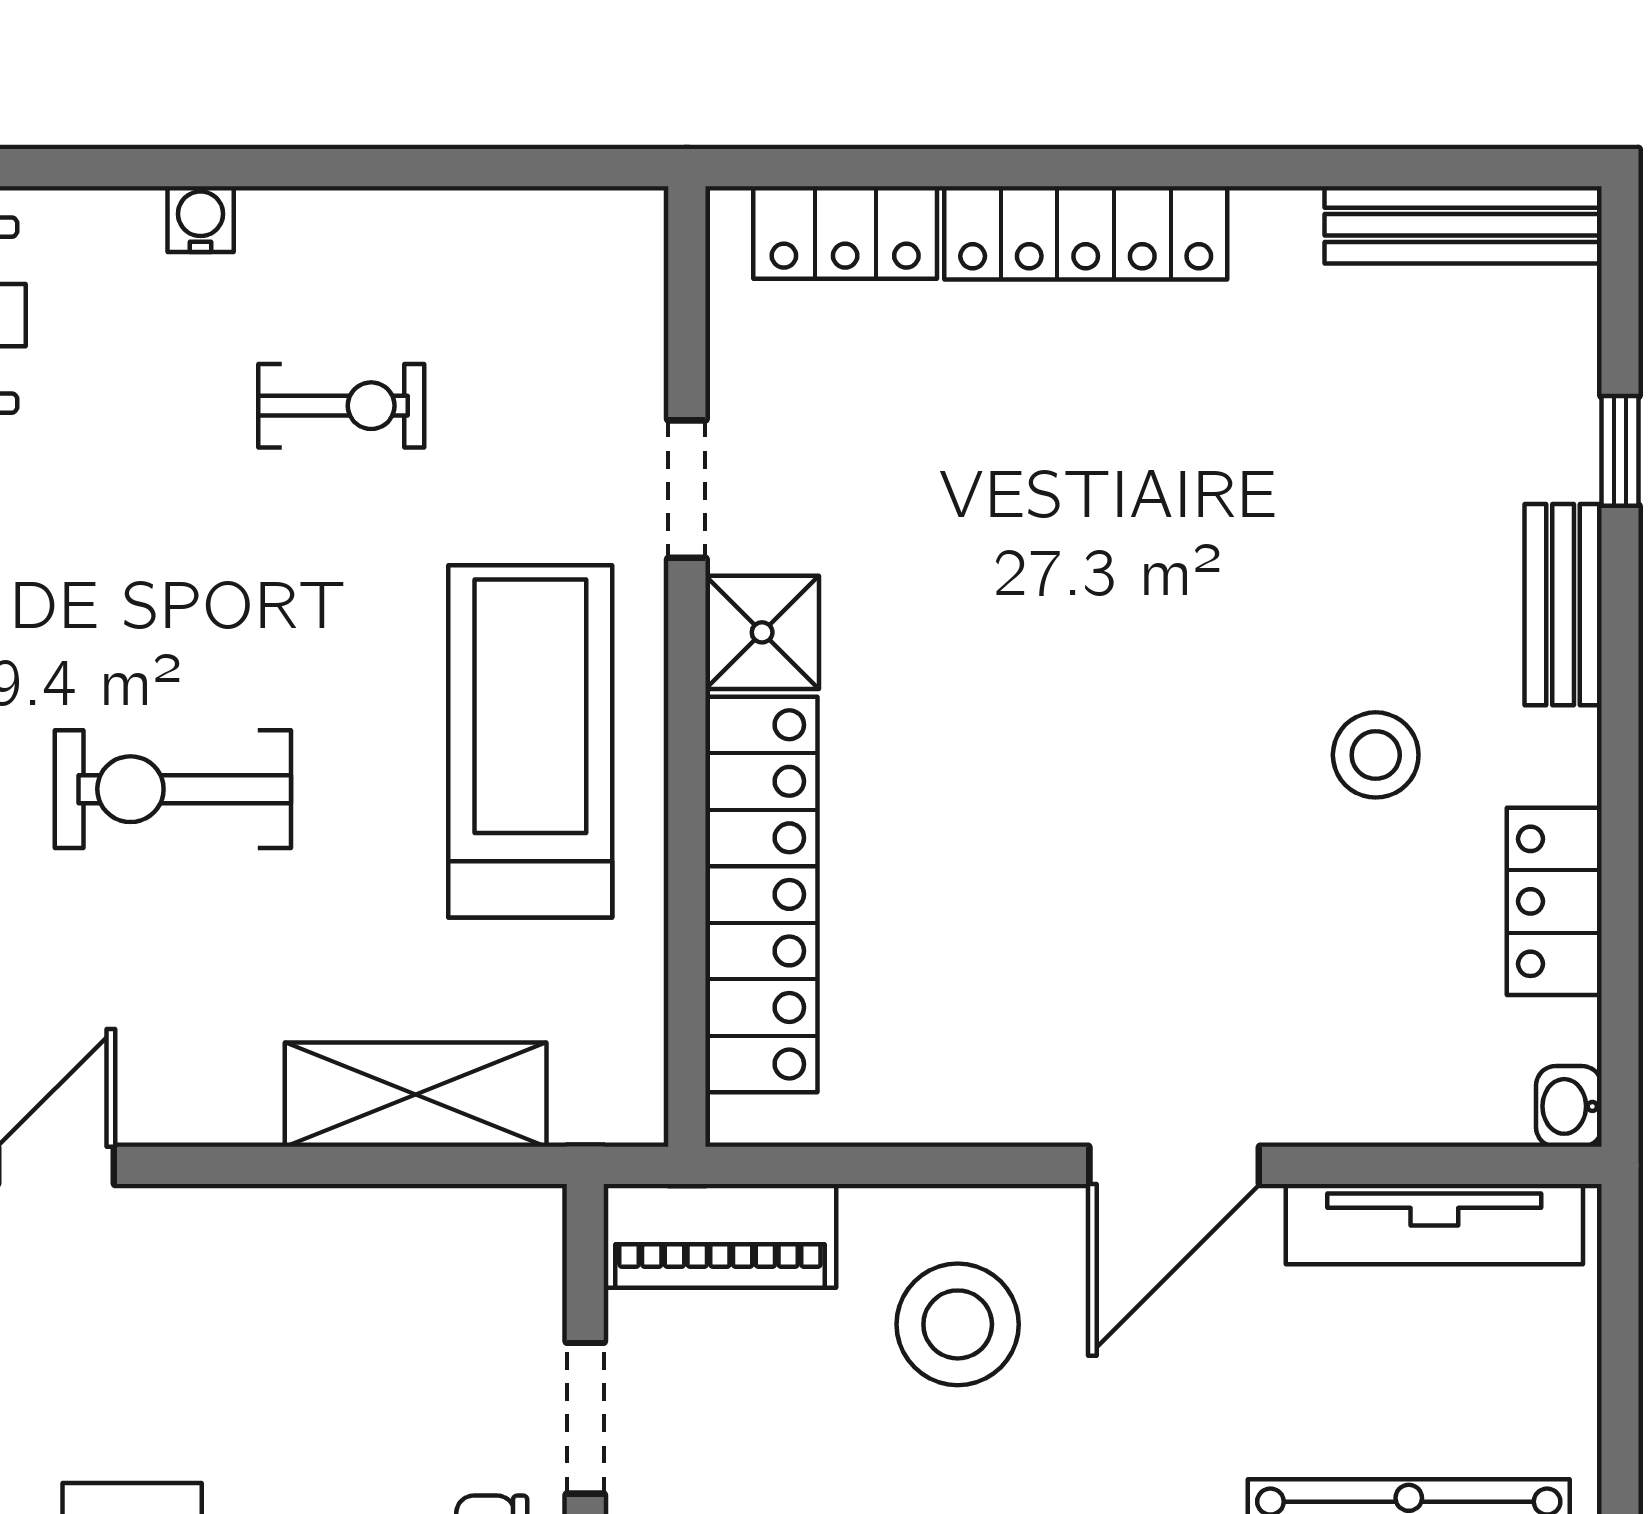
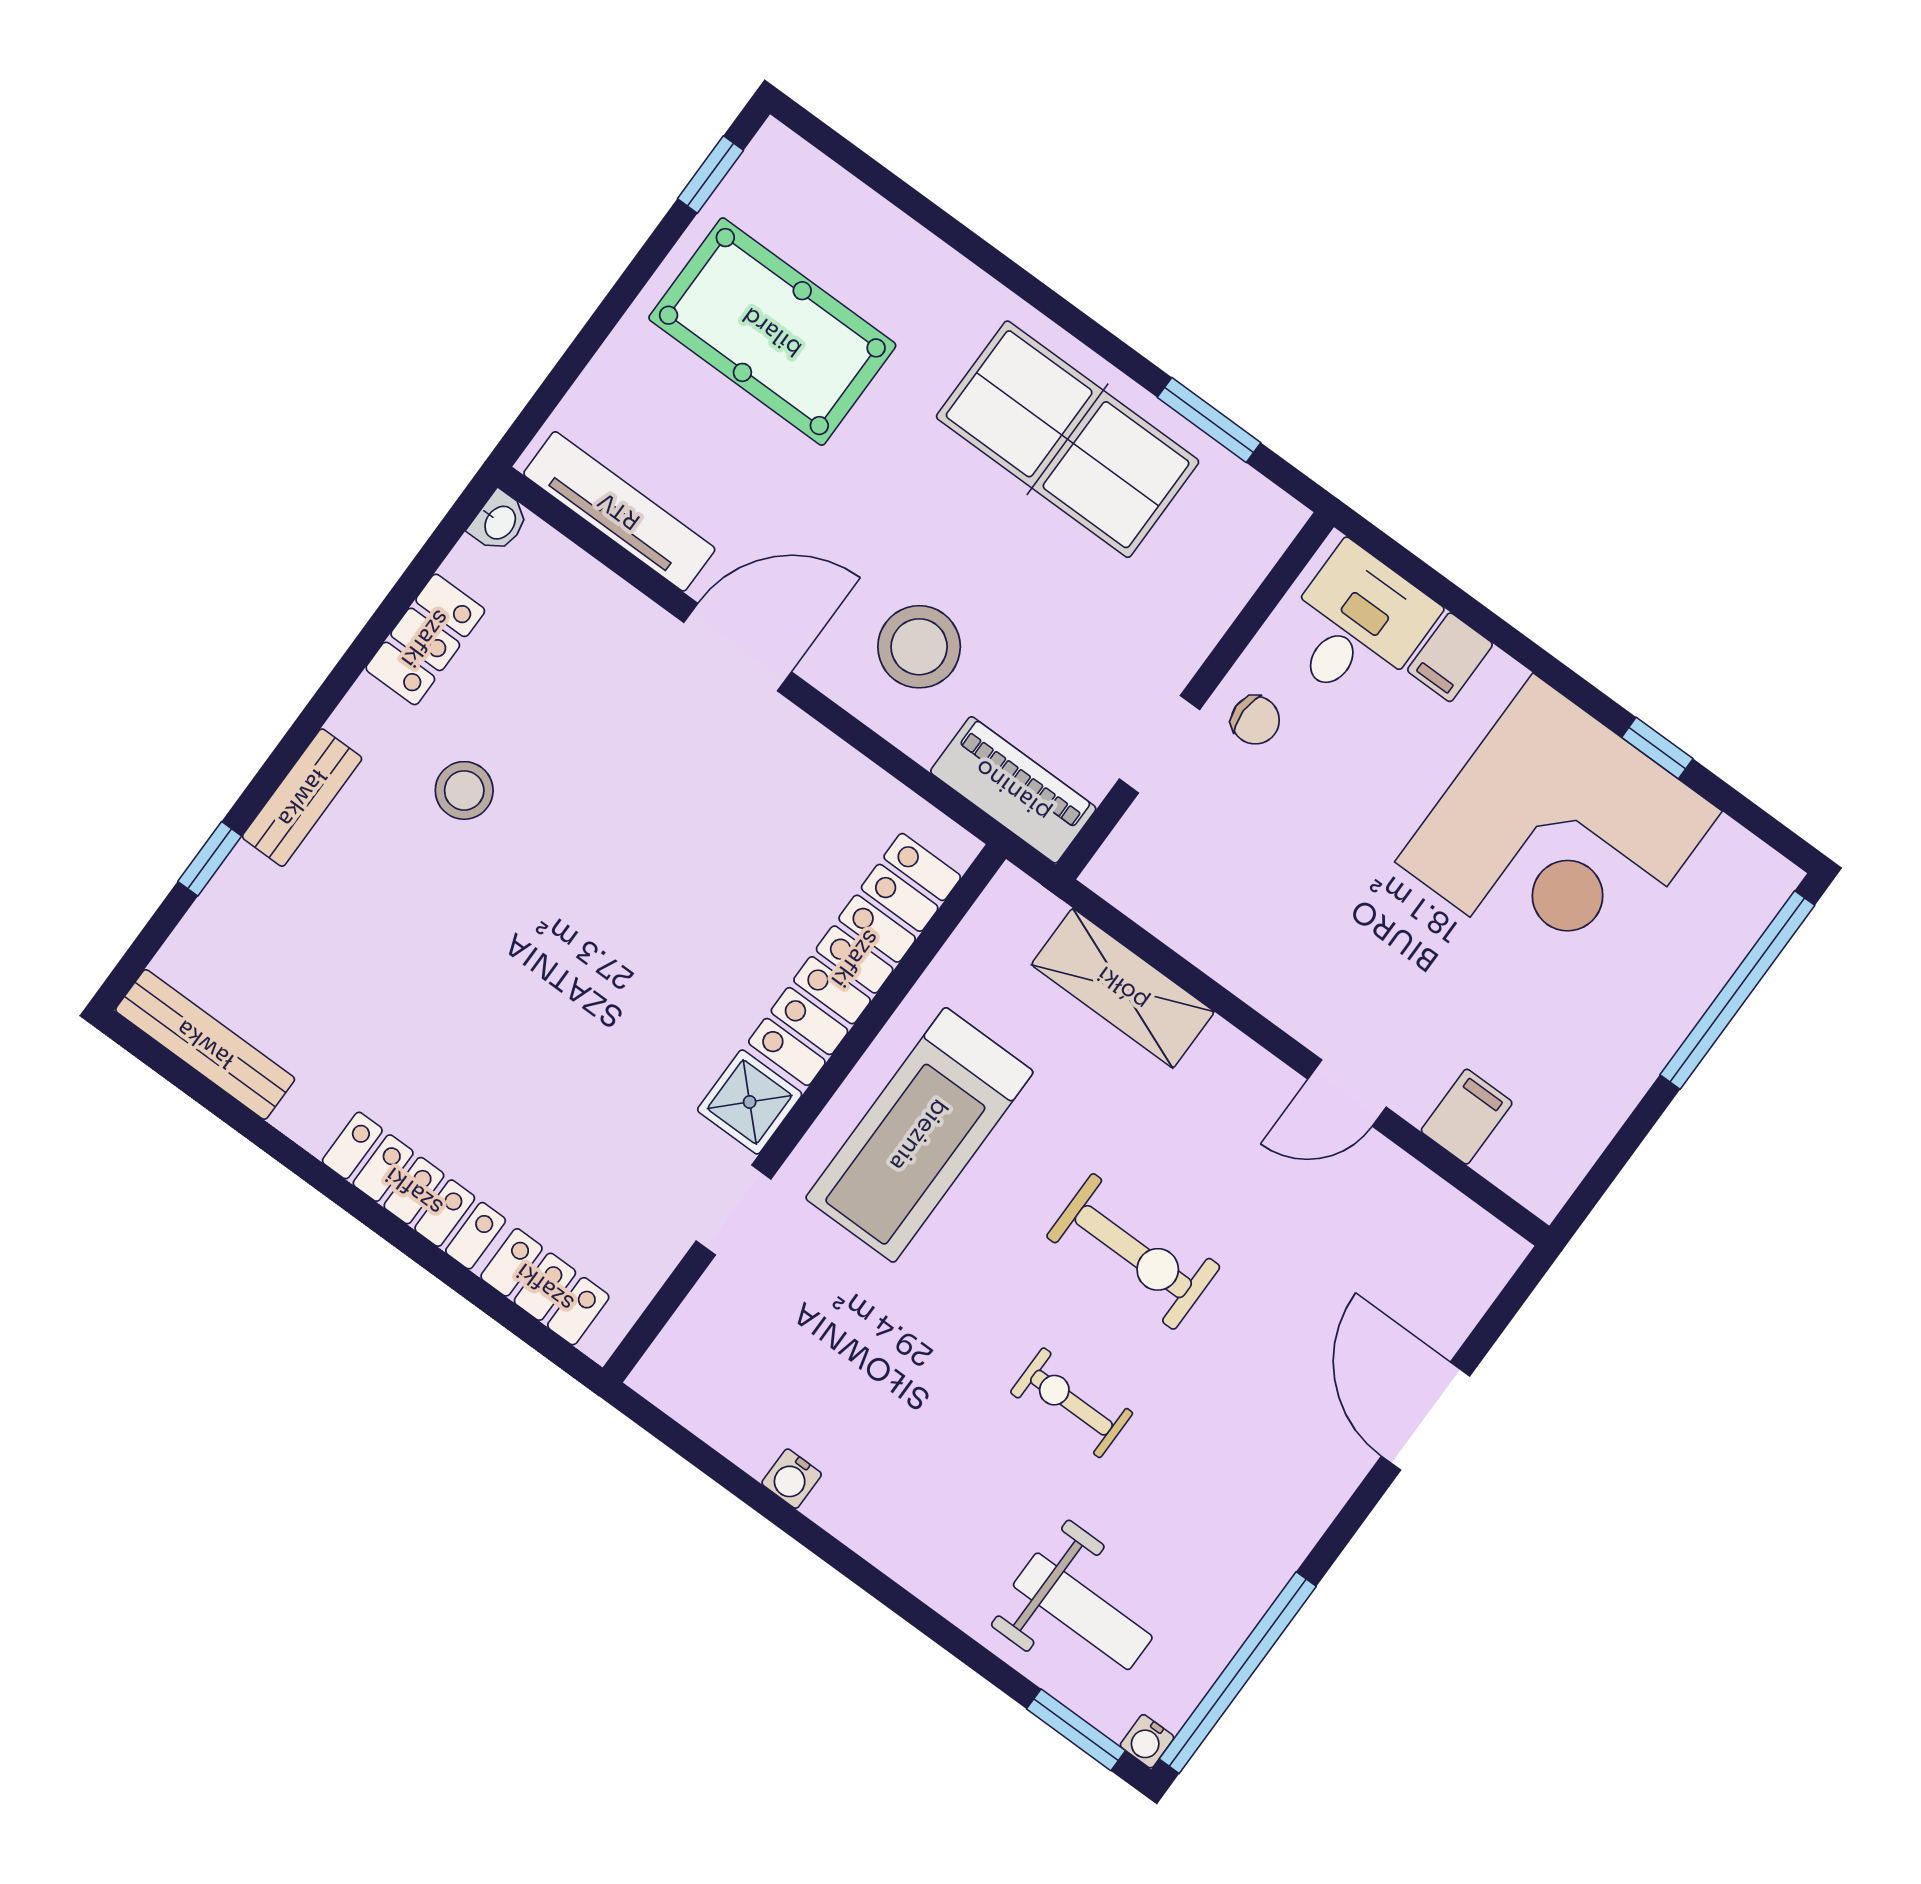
water cooler: (201, 219) -> (792, 1479), moved
exercise bike: (341, 406) -> (1071, 1403), moved

